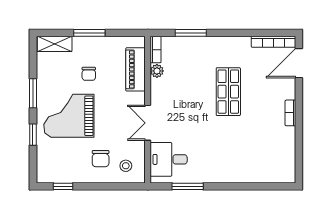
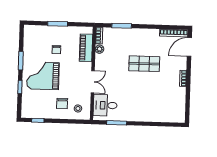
shelving: (55, 44) -> (35, 30), removed
shop shelf: (228, 92) -> (144, 64), turned 90
double door: (148, 123) -> (93, 82), swing flipped

